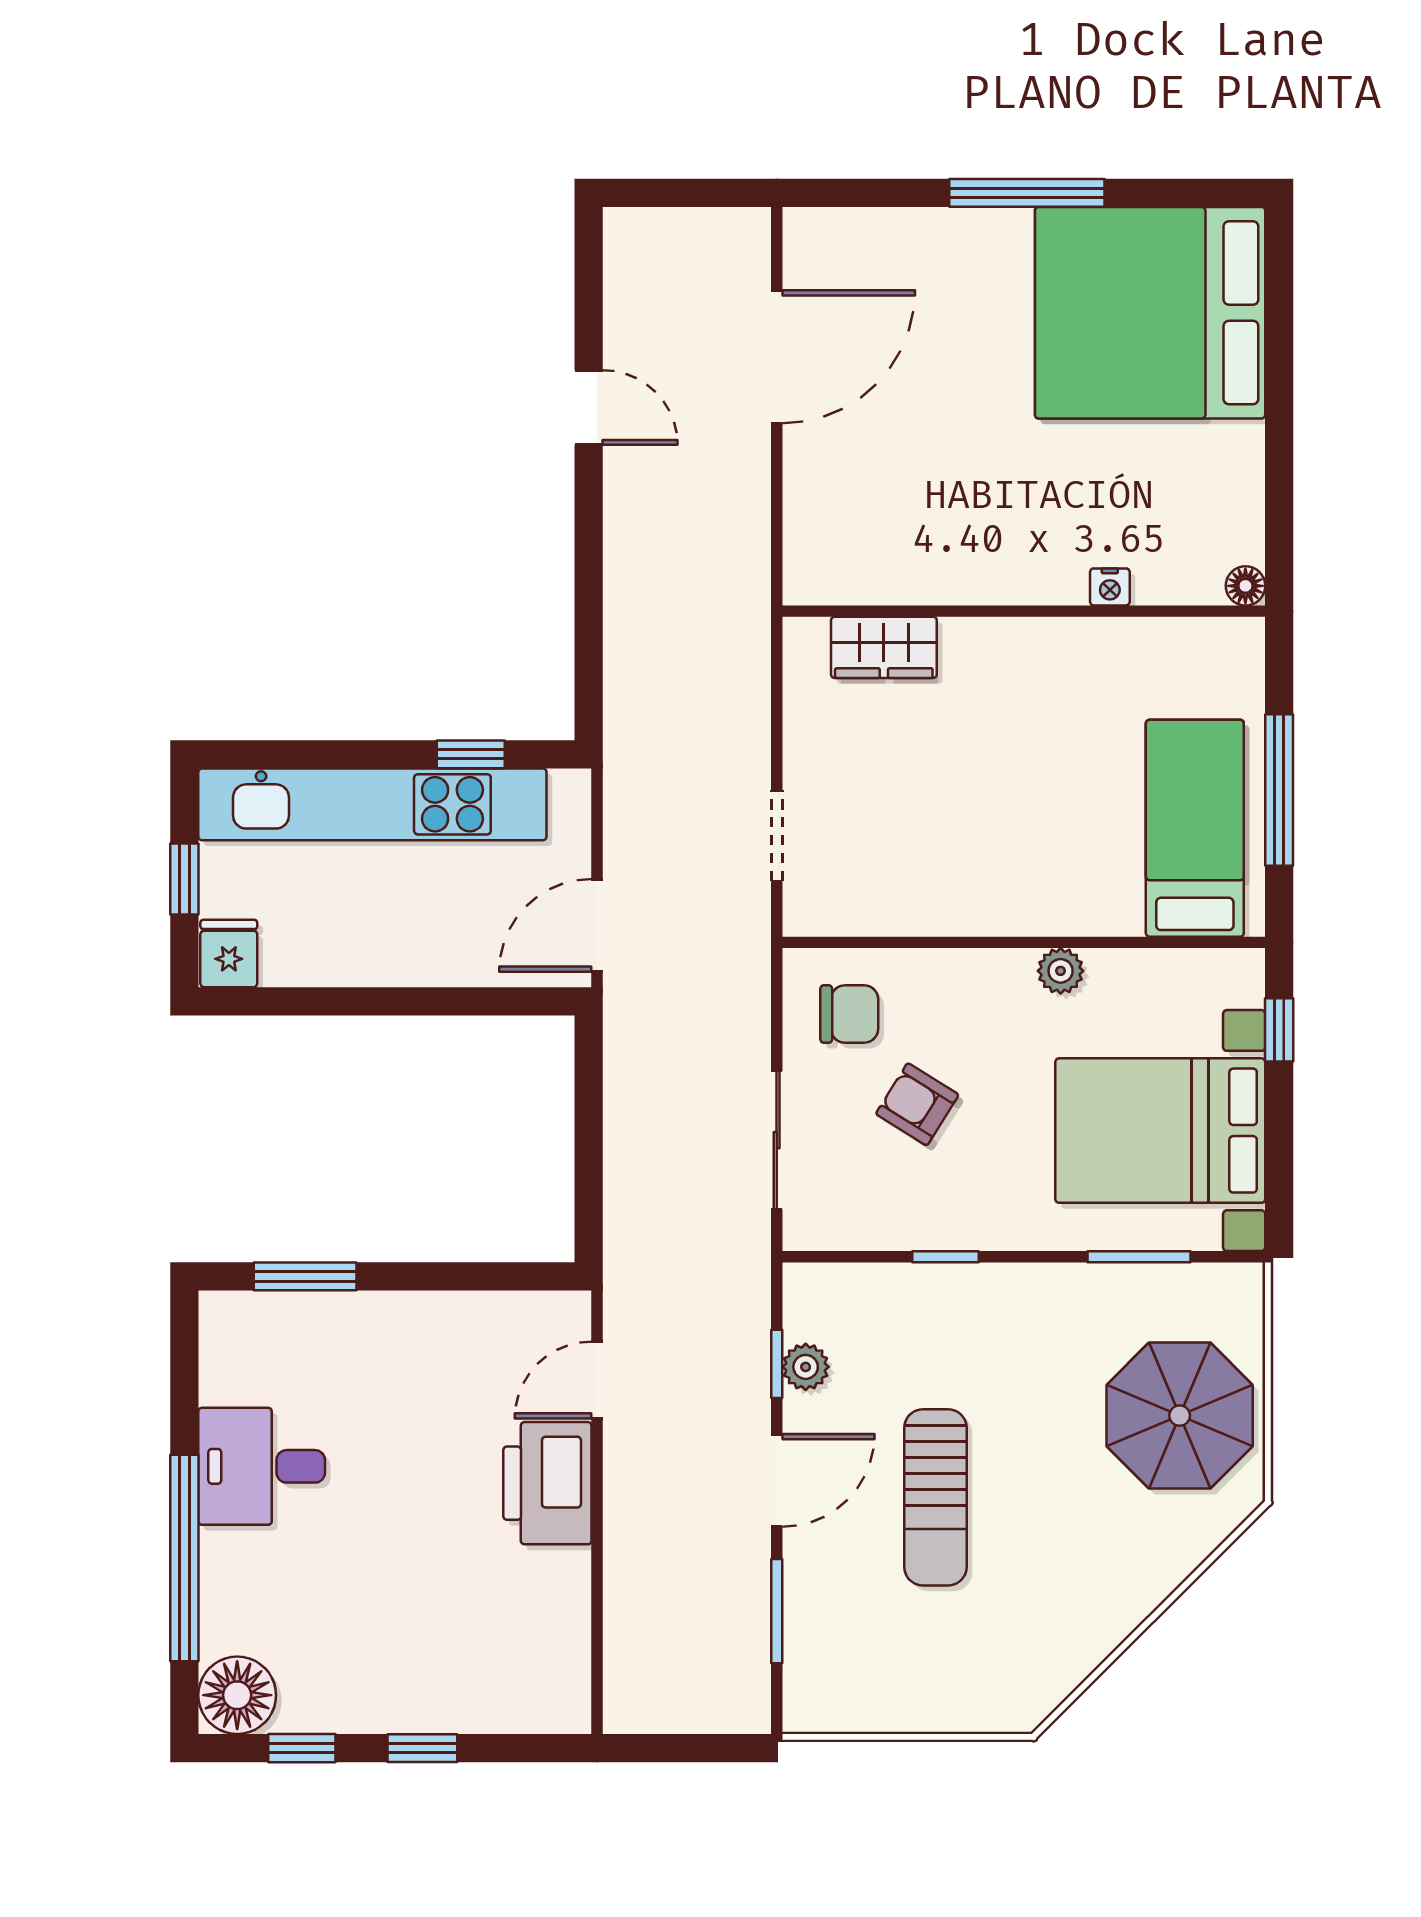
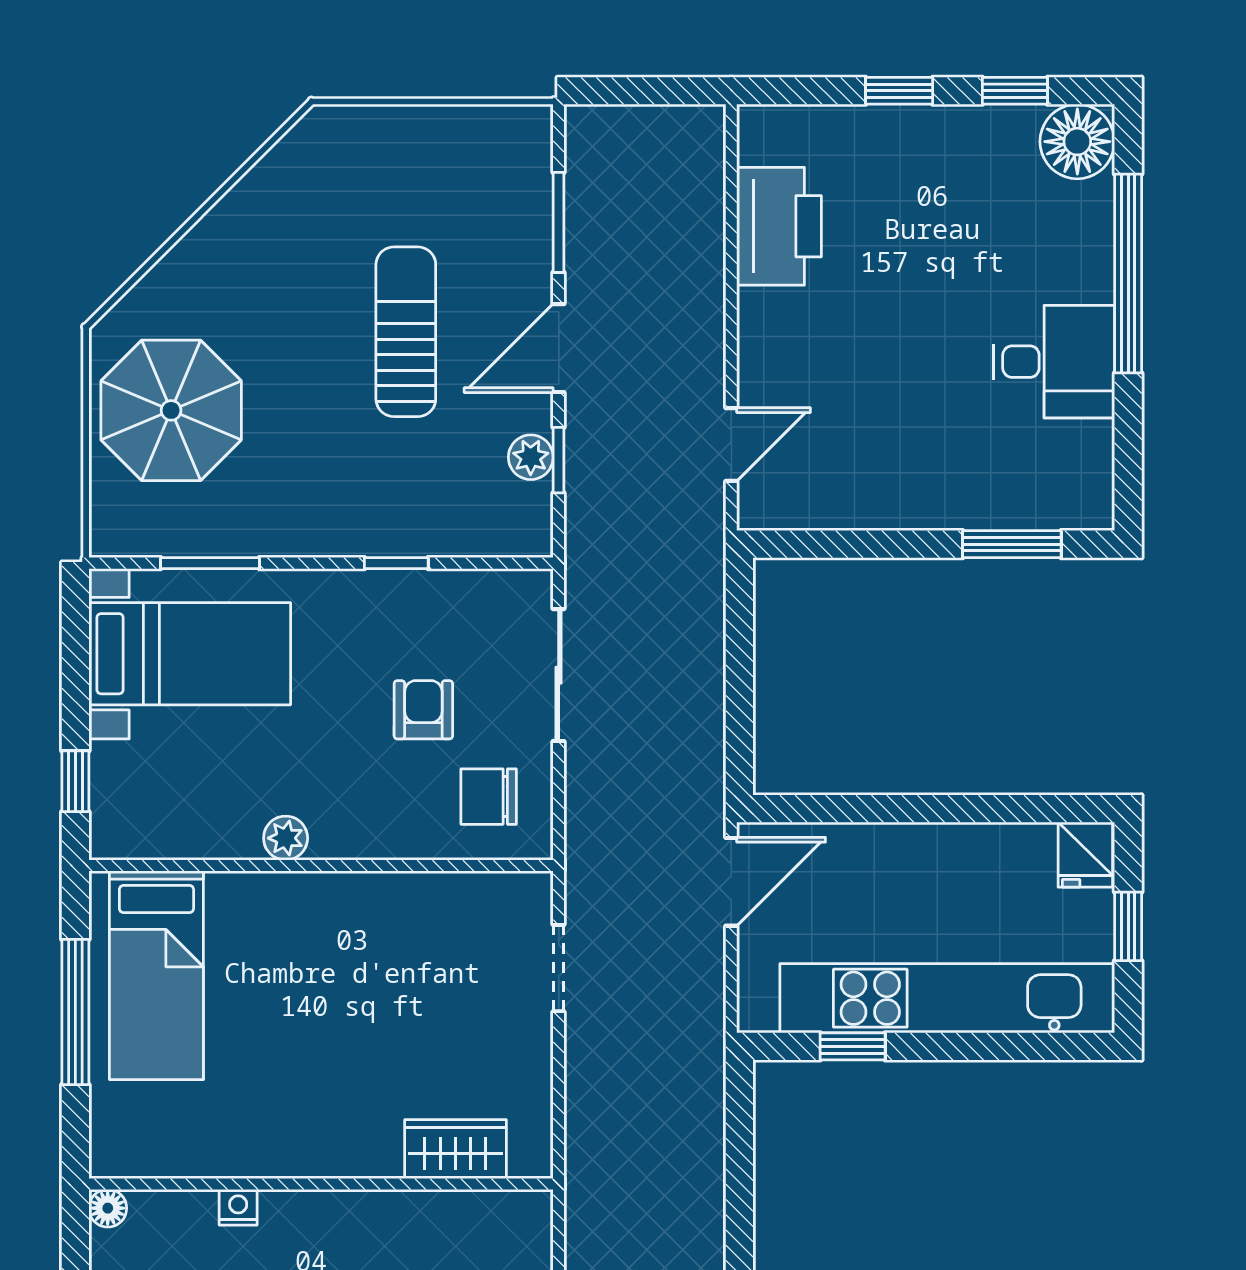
armchair: (917, 1104) -> (423, 710), turned -122
bed with nightstands: (1160, 1131) -> (190, 654), width x0.73
printer: (547, 1483) -> (779, 226), moved

